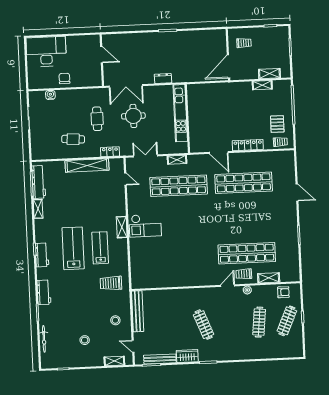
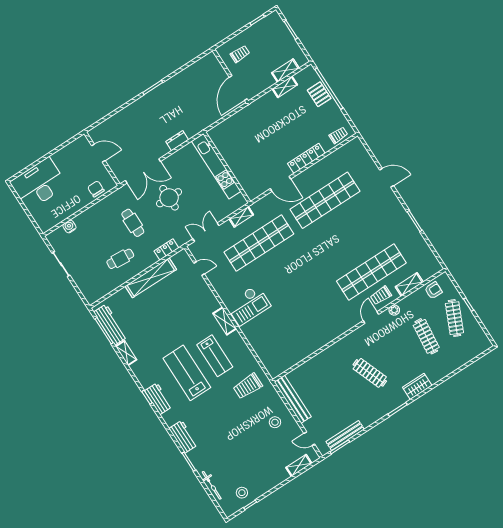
chair: (64, 78) -> (96, 189), moved
pallet: (277, 124) -> (319, 94), moved
lab bench: (100, 248) -> (215, 356), turned 180
stool: (85, 340) -> (242, 493), moved
wardrobe: (187, 356) -> (417, 386), moved

